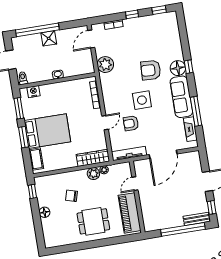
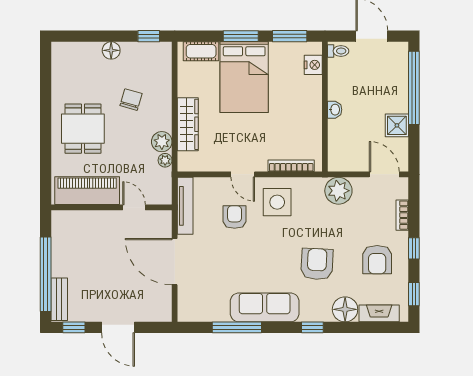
armchair: (142, 35) -> (377, 260), added
shower: (49, 38) -> (397, 125), moved
floor lamp: (178, 68) -> (345, 309), moved
side table: (142, 100) -> (277, 202), moved
fireplace: (190, 129) -> (379, 313), moved
wardrobe: (93, 158) -> (188, 124), moved

